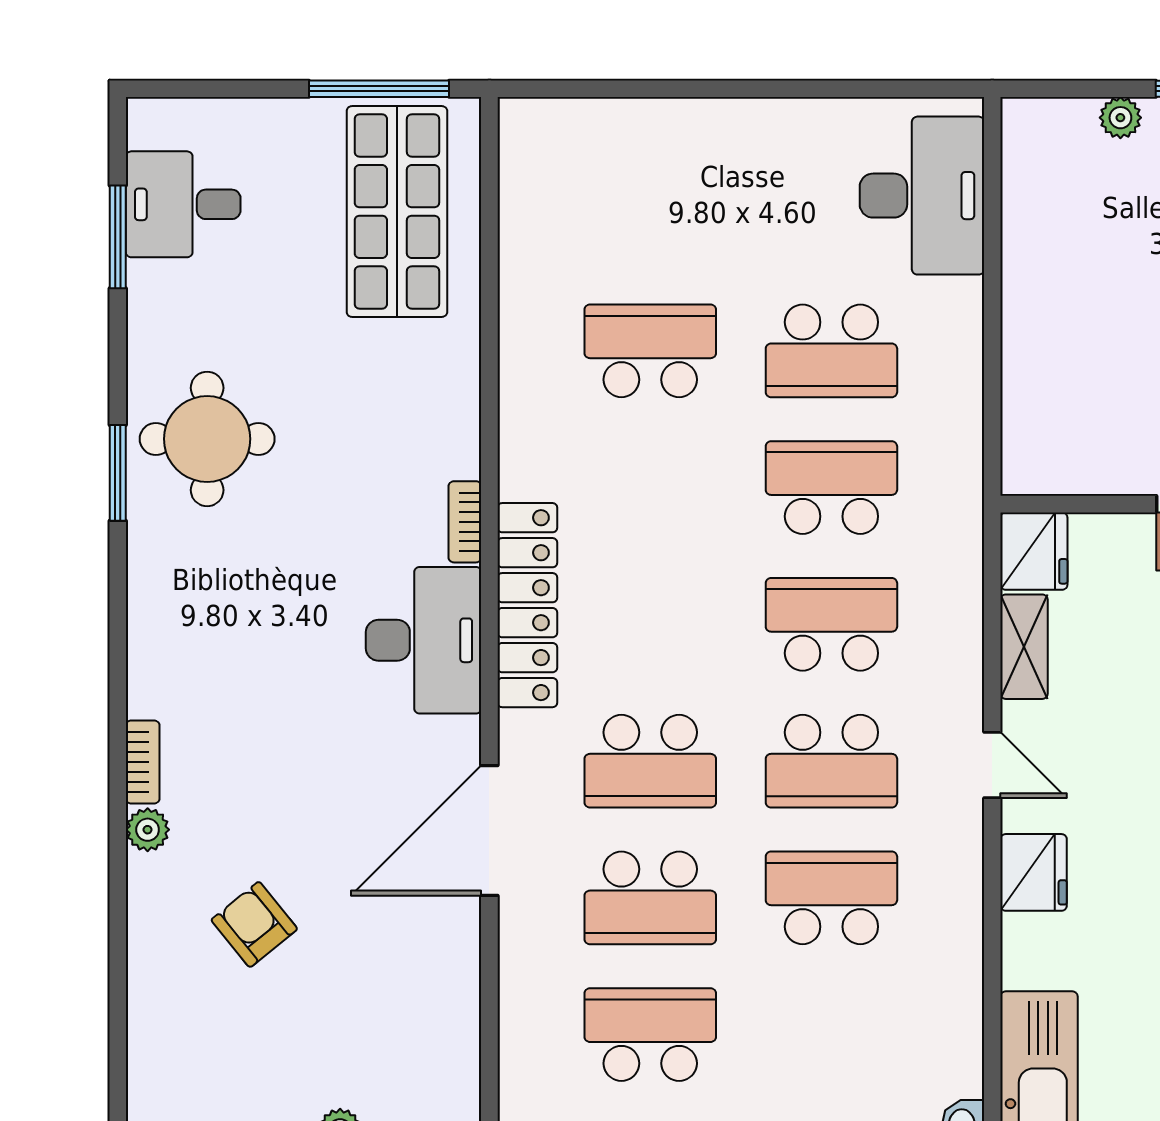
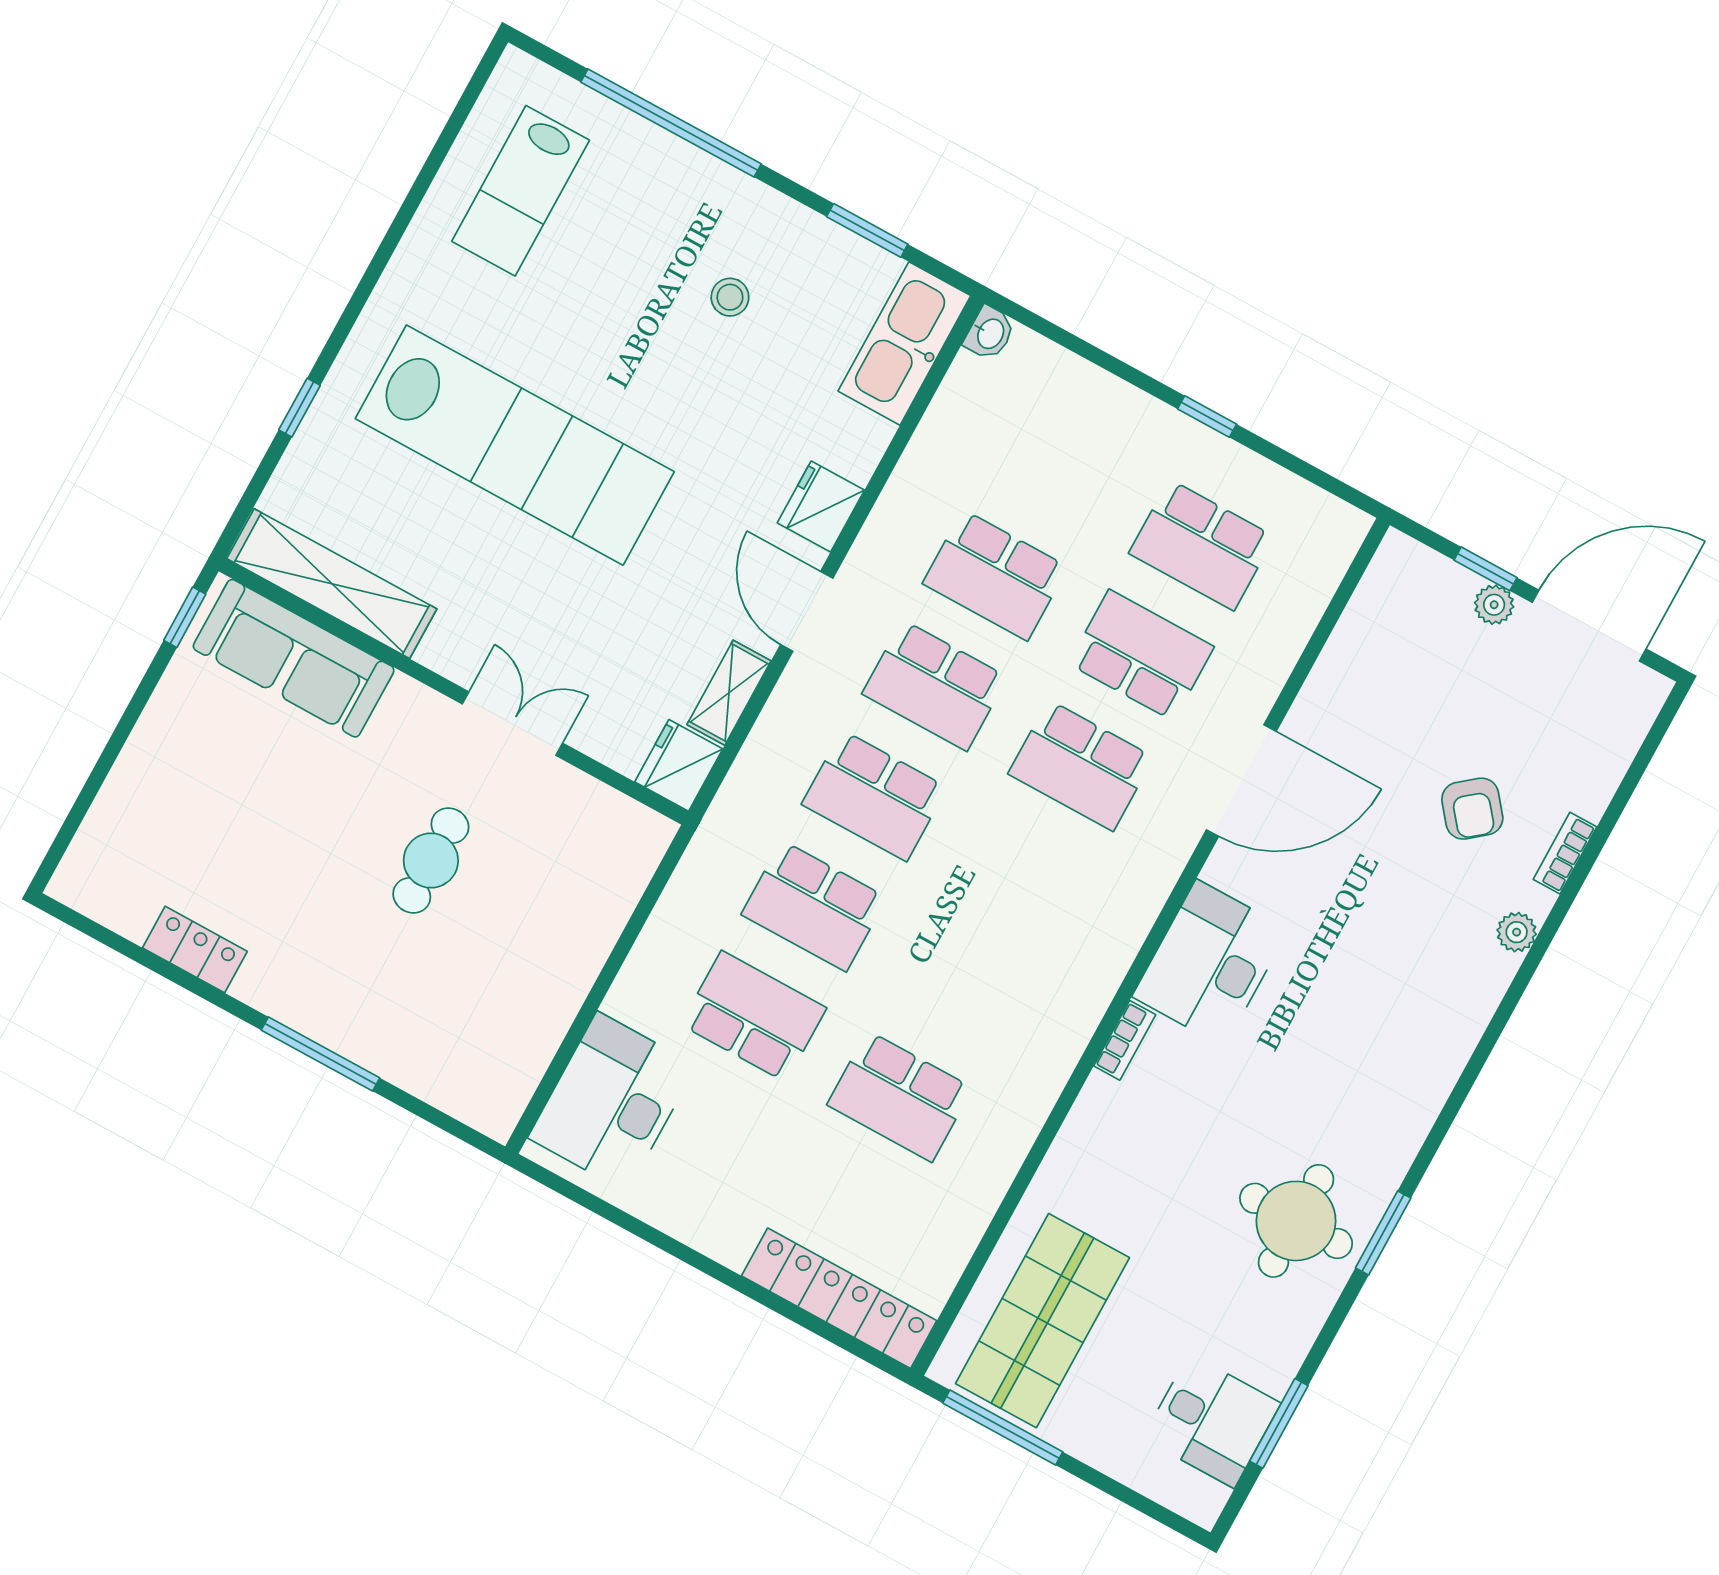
plant: (1120, 118) -> (418, 1077), removed
locker: (527, 605) -> (839, 1298), moved, turned 90
school desk: (650, 761) -> (1081, 765), turned 180
school desk: (831, 761) -> (935, 685), turned 180
bookcase: (143, 762) -> (1565, 853), moved
door: (992, 765) -> (807, 611), width x1.38

